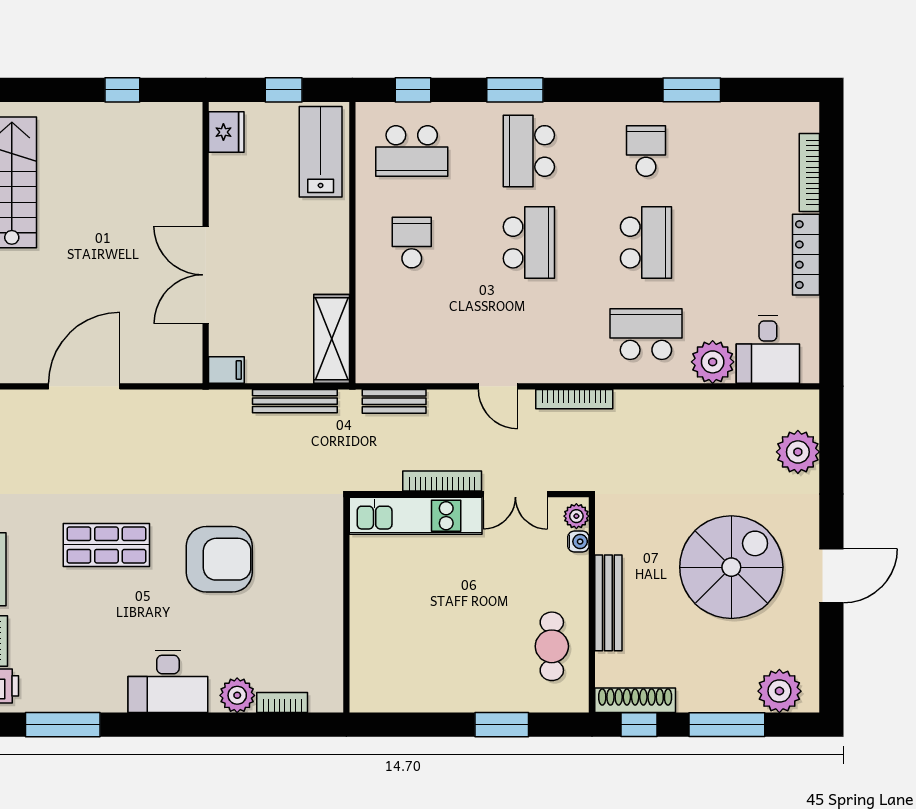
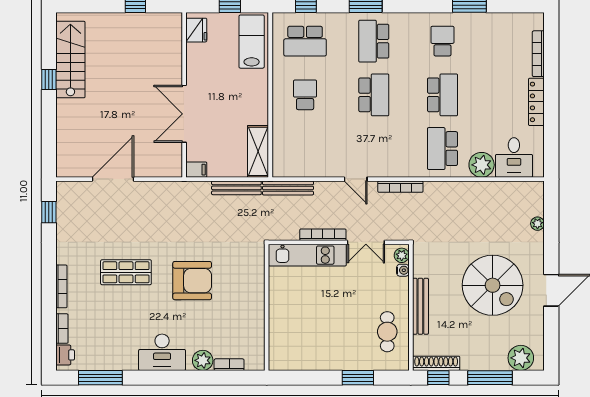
school desk: (646, 334) -> (442, 149), turned -90
bench: (394, 401) -> (288, 188), width x1.36
plant: (798, 452) -> (537, 224), width x0.53, depth x0.53
spiral stairs: (731, 567) -> (493, 285), turned 90

